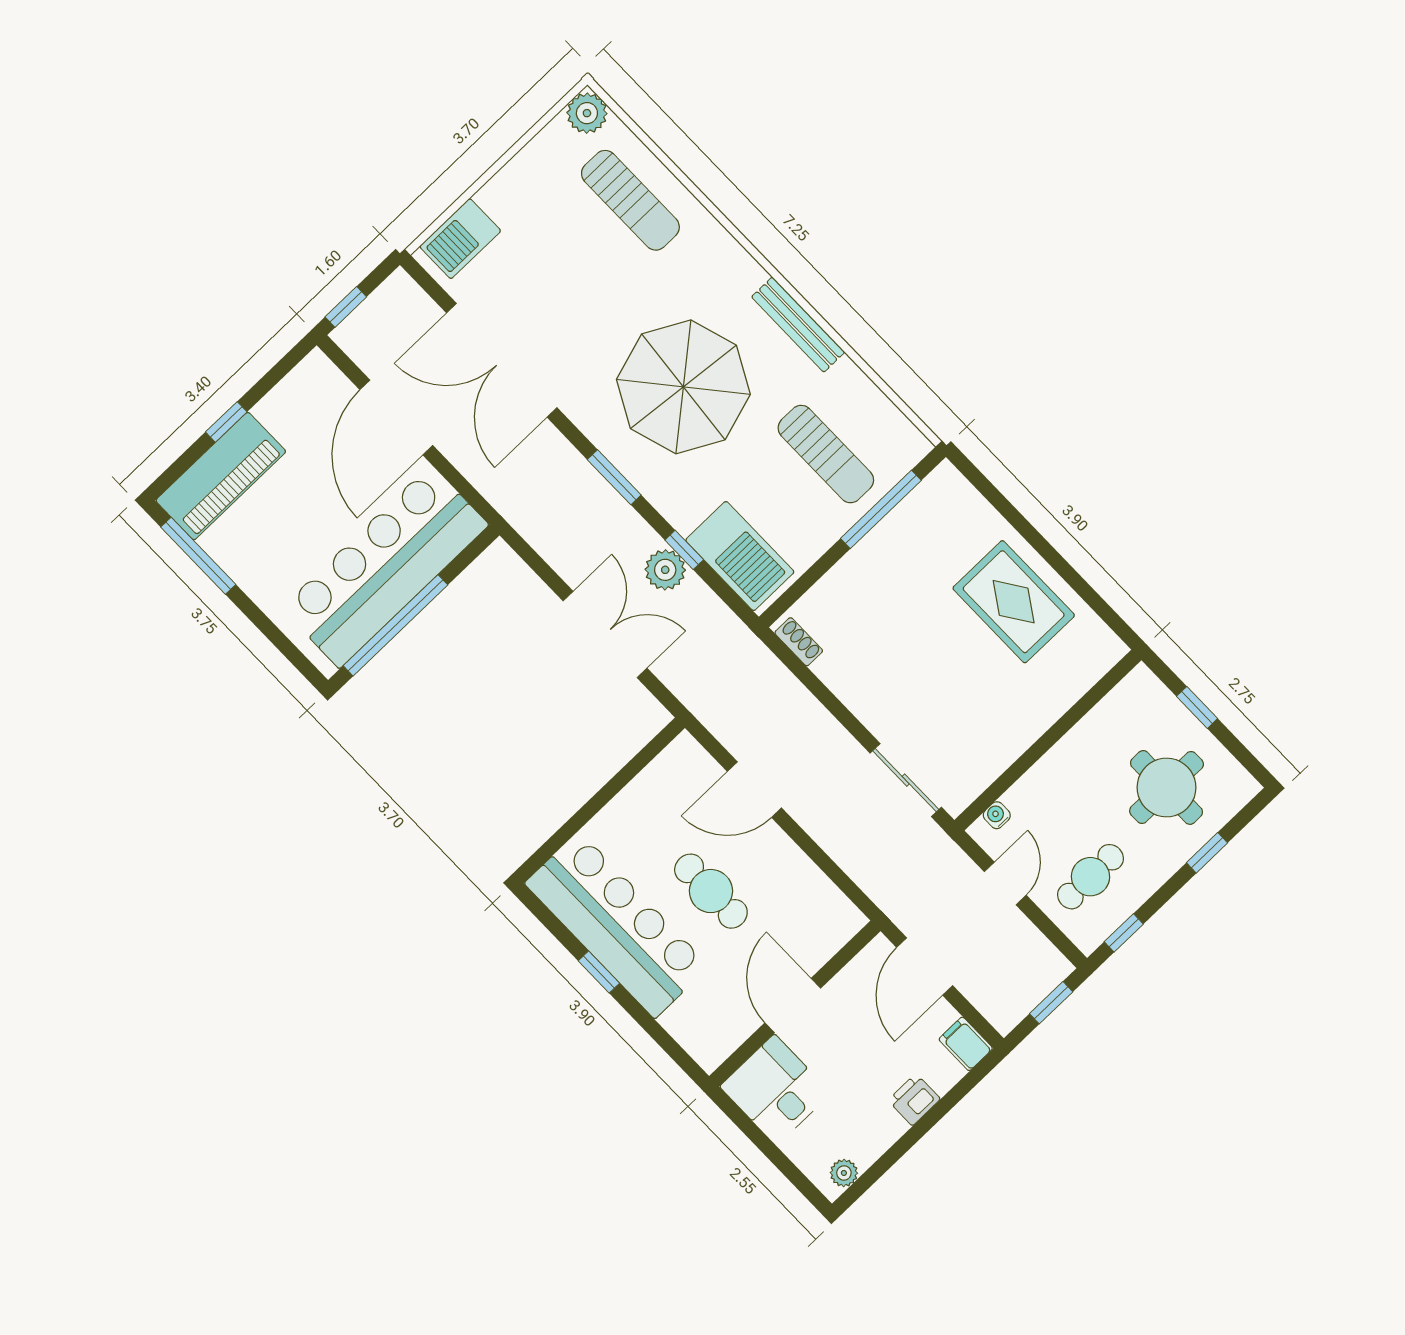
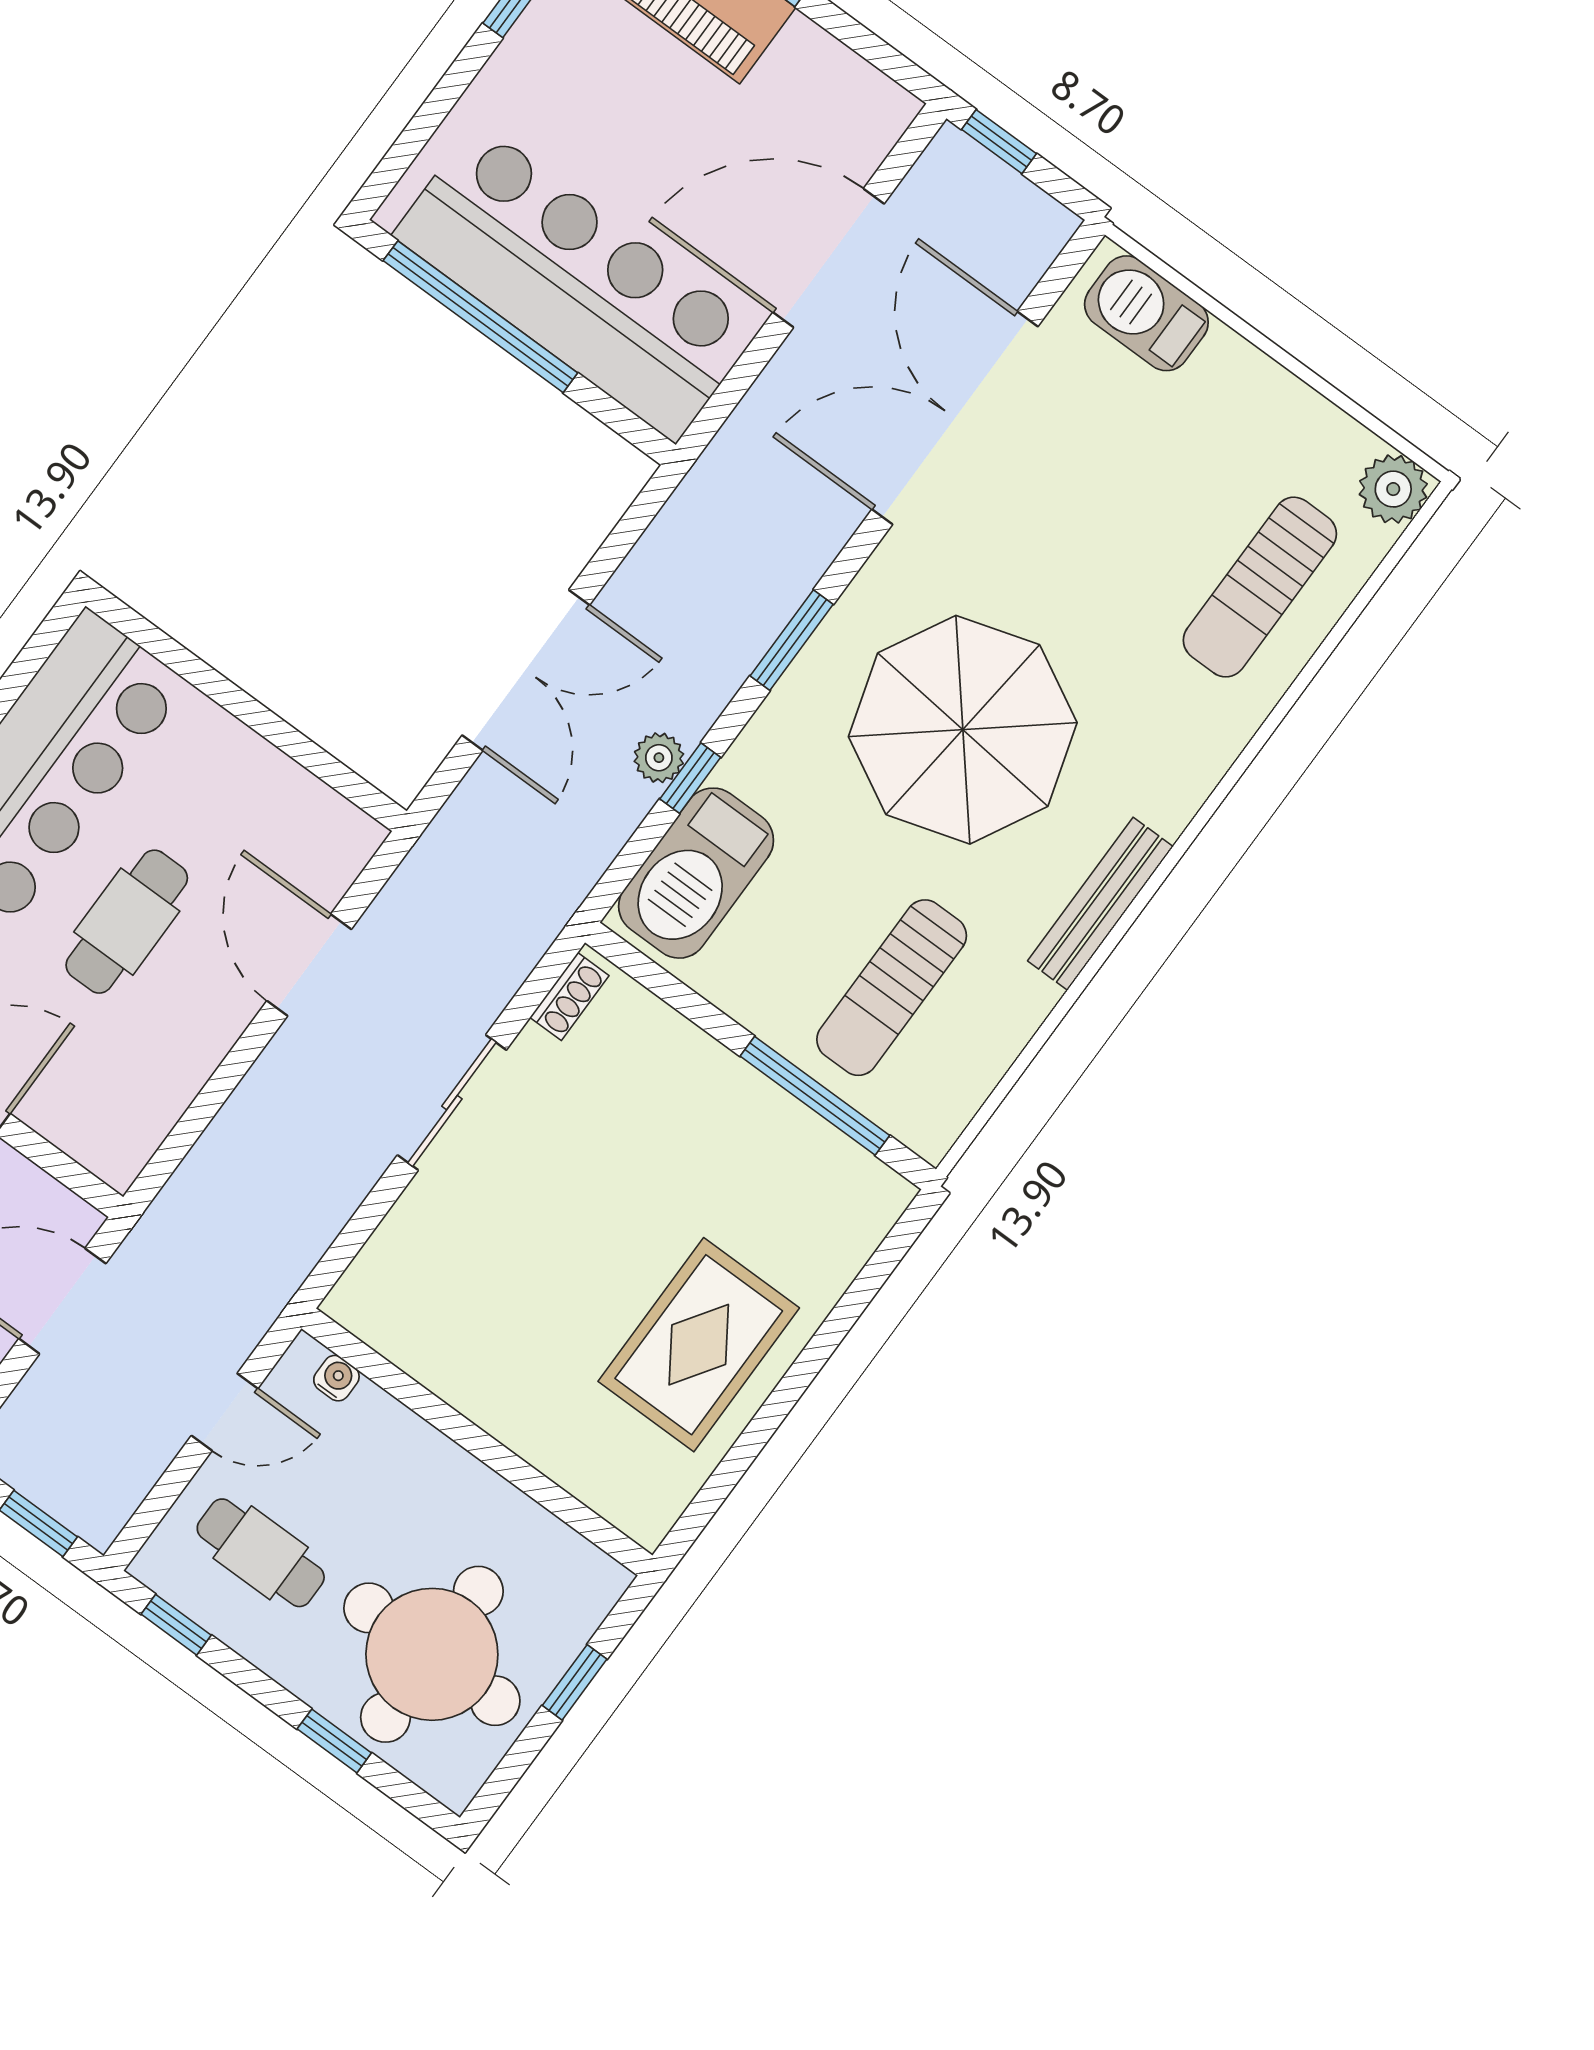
plant: (665, 570) -> (659, 758), width x0.73, depth x0.73
sliding door: (906, 780) -> (452, 1103), moved
round table: (1167, 787) -> (432, 1654), width x1.36, depth x1.36

